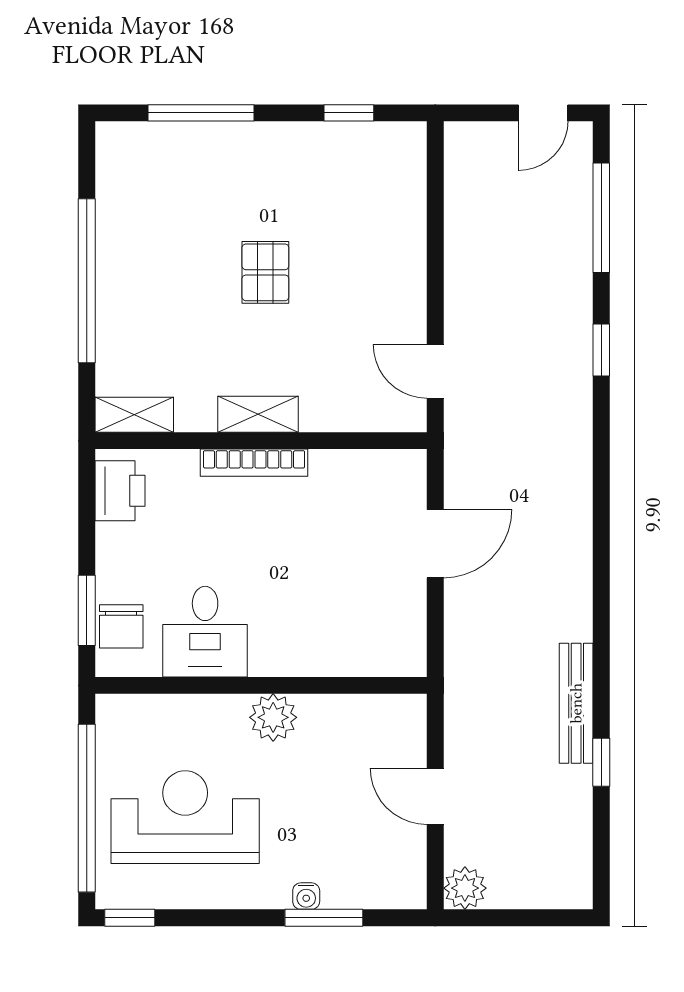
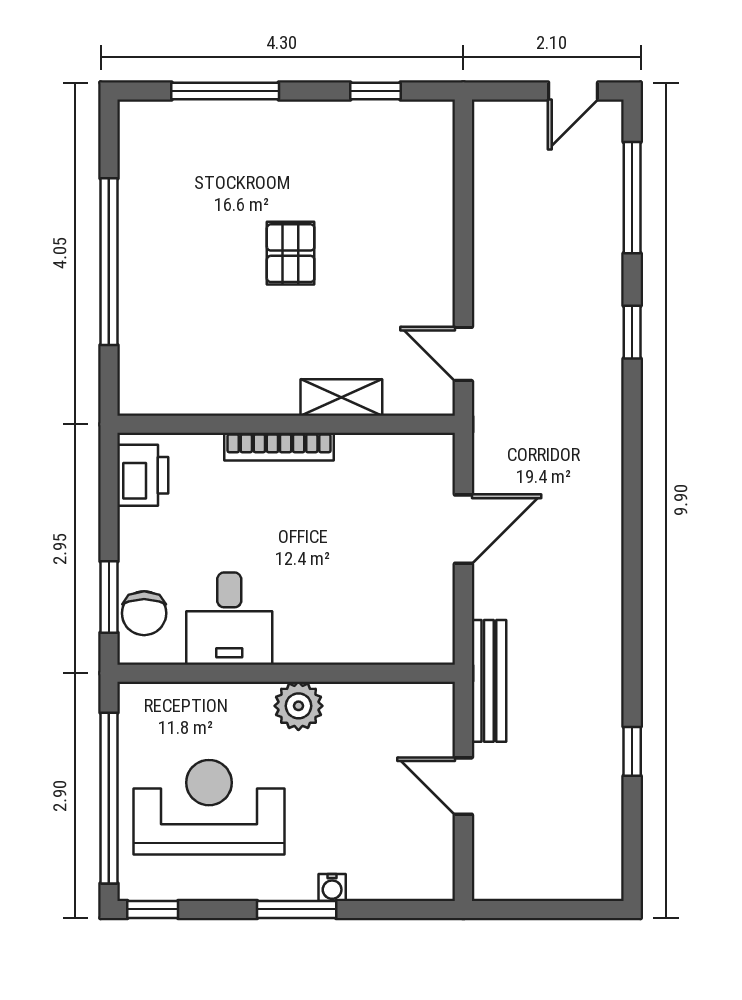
shelving: (258, 414) -> (341, 397), moved
shelving: (134, 415) -> (157, 398), removed
bench: (576, 703) -> (489, 681), moved
plant: (465, 888) -> (494, 879), removed
window: (324, 918) -> (297, 909), moved

